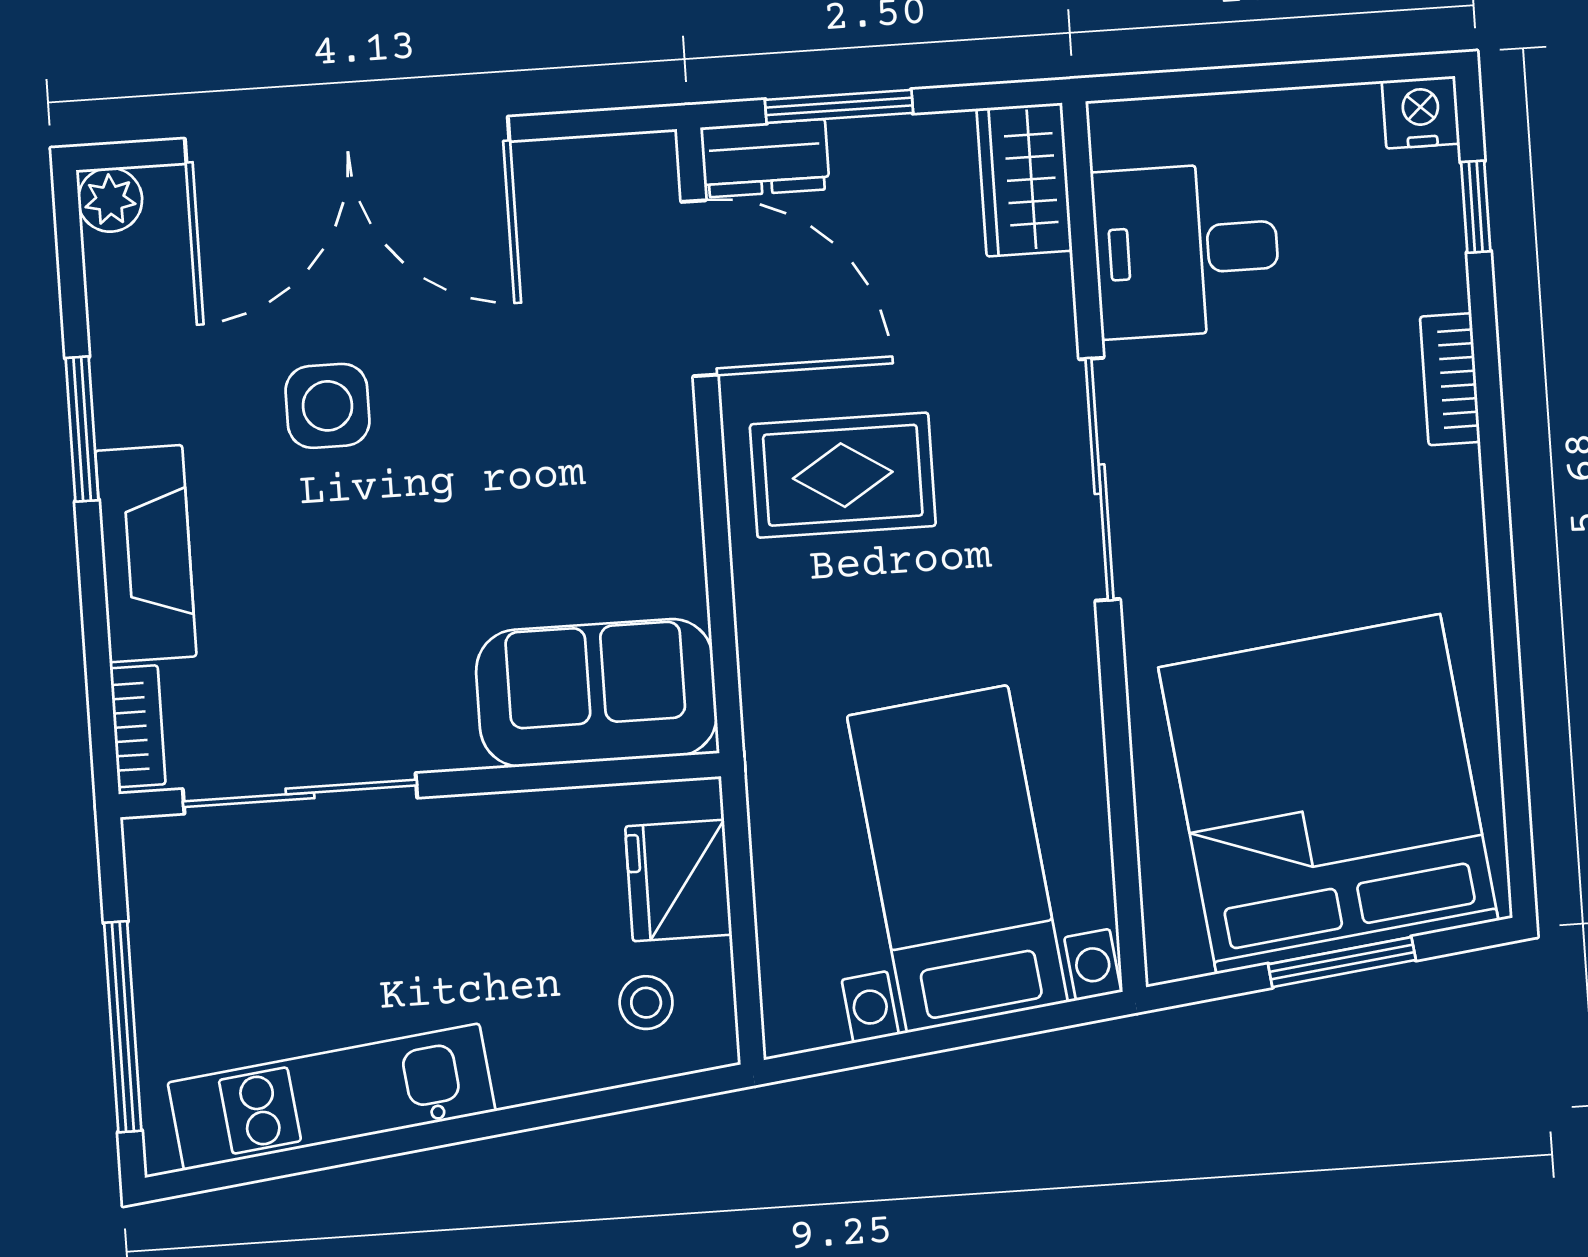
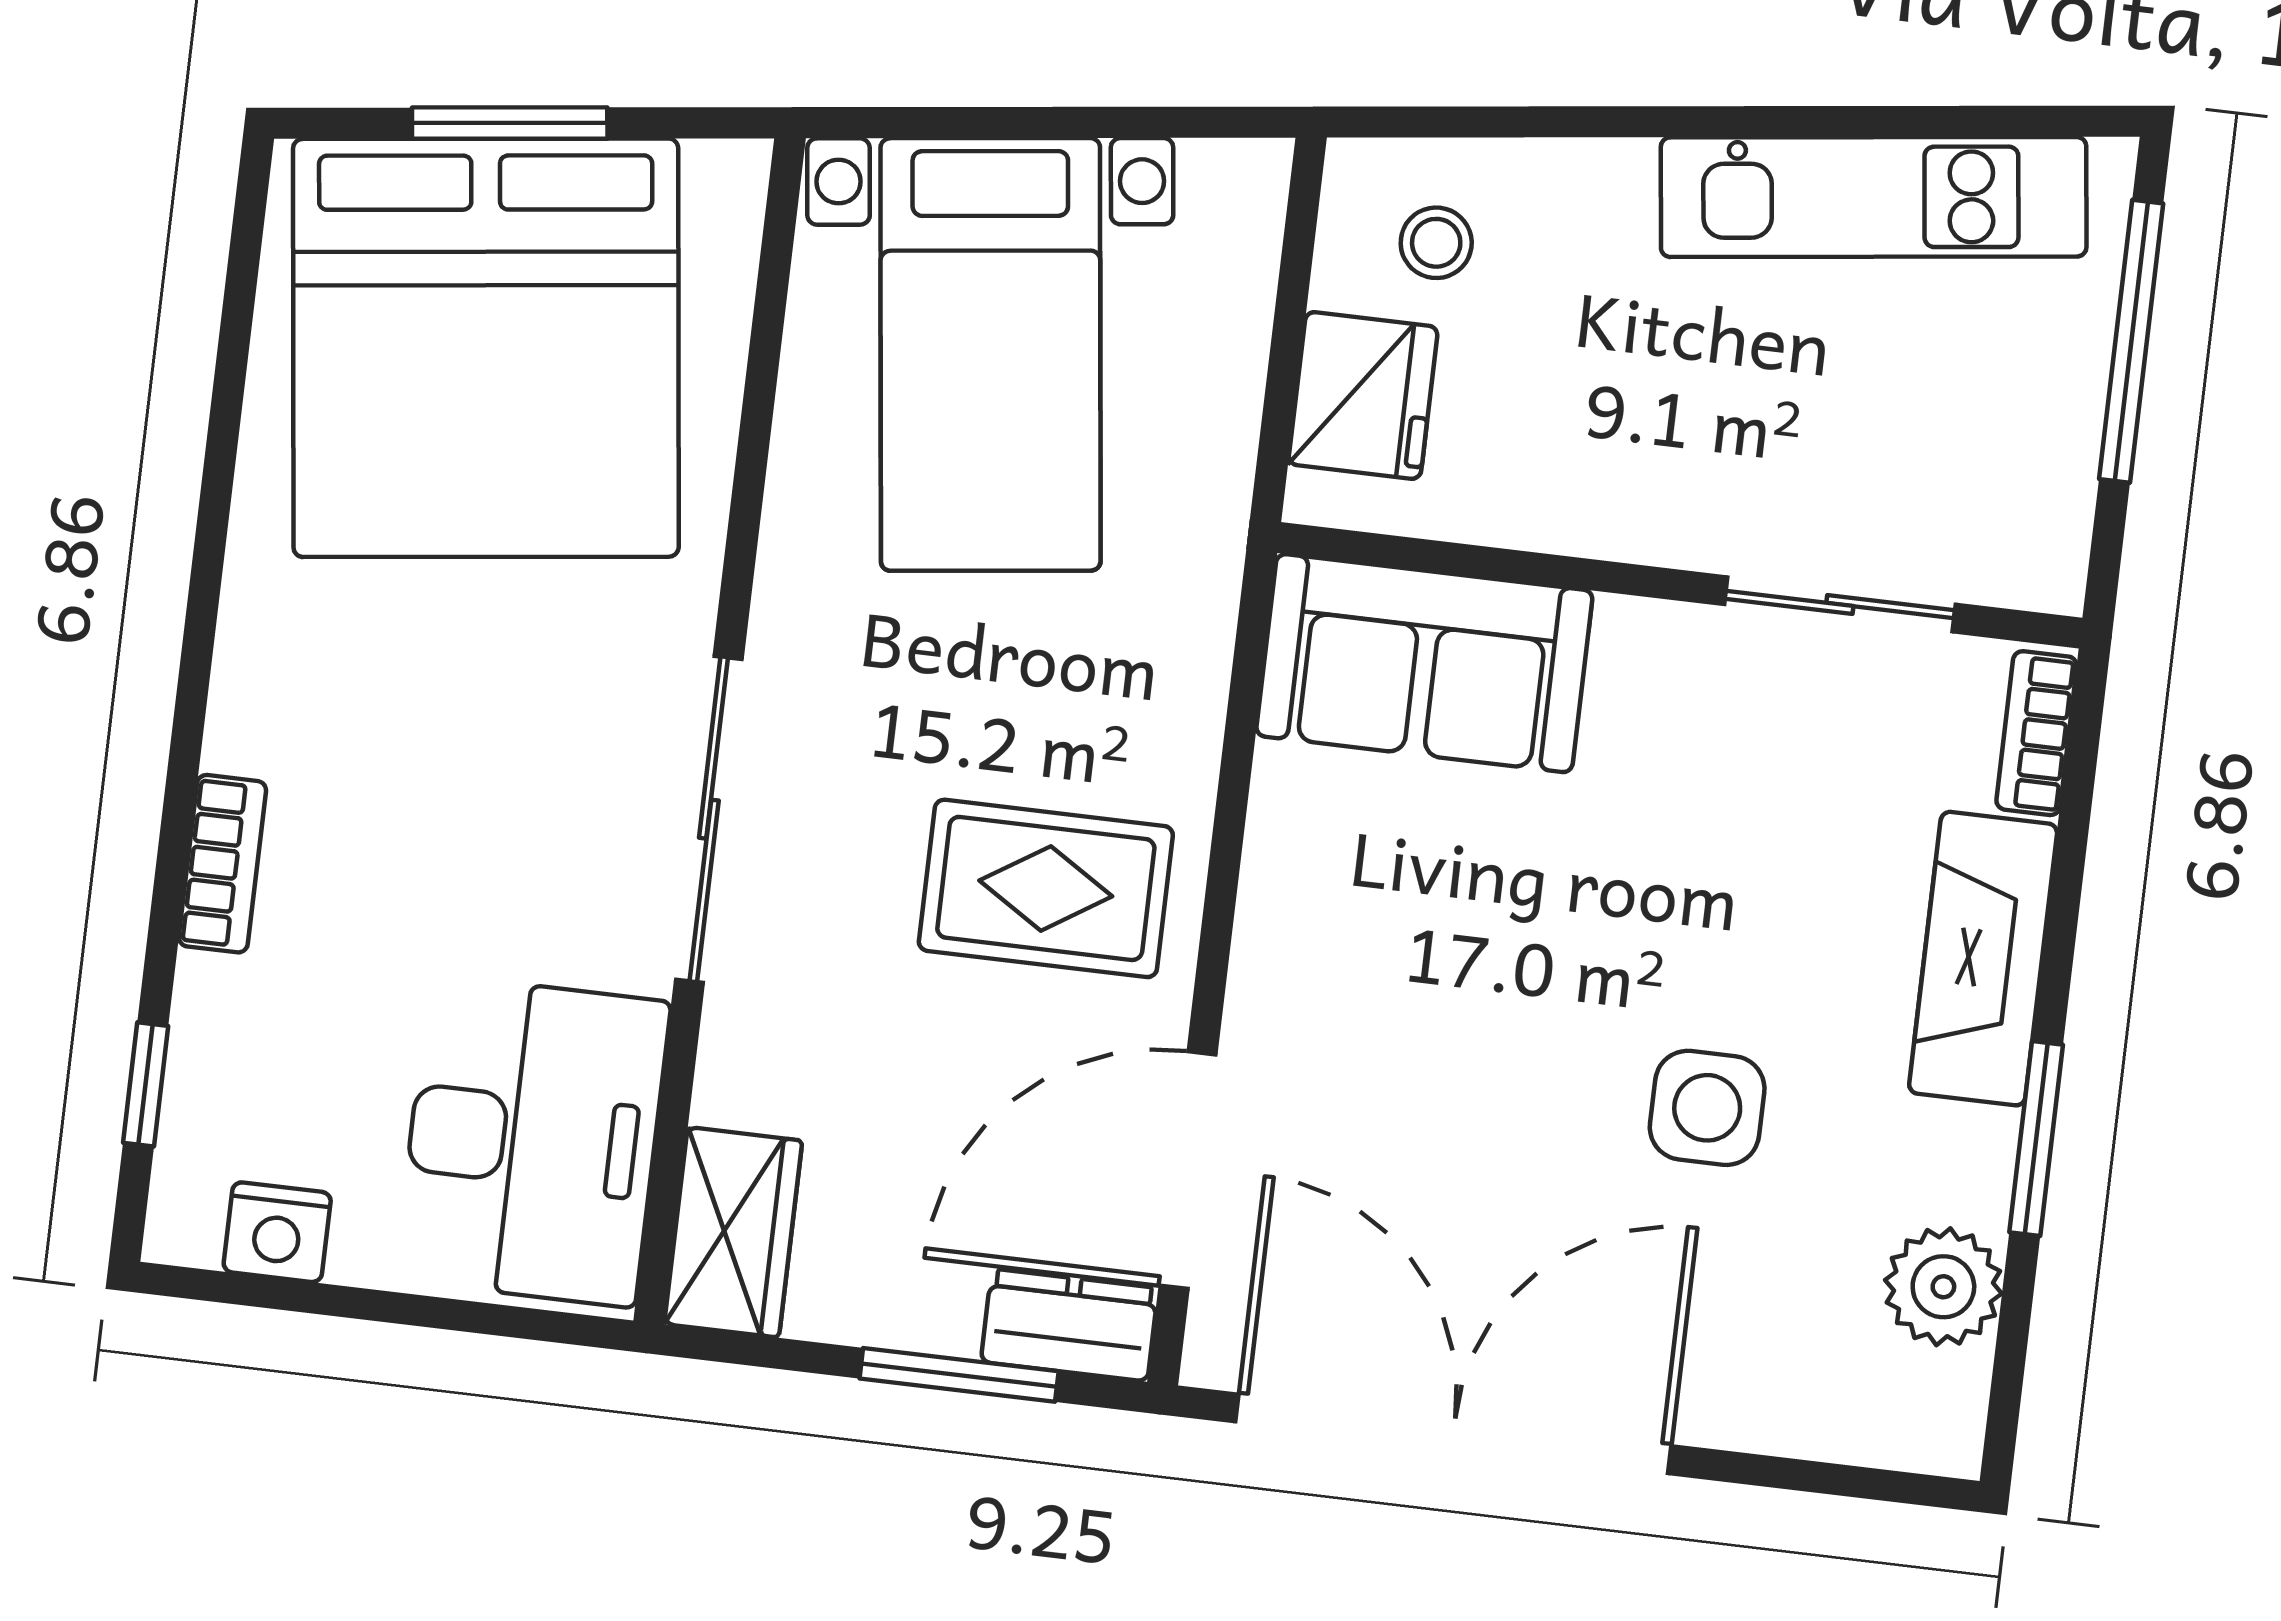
nightstand: (1421, 112) -> (277, 1232), moved
double door: (347, 140) -> (1453, 1434), moved
plant: (110, 200) -> (1943, 1287), moved, width x1.38, depth x1.38
desk: (1186, 250) -> (532, 1141), width x1.37
door: (699, 288) -> (1188, 1170), hinge flipped
sliding door: (300, 793) -> (1840, 604), width x0.73

